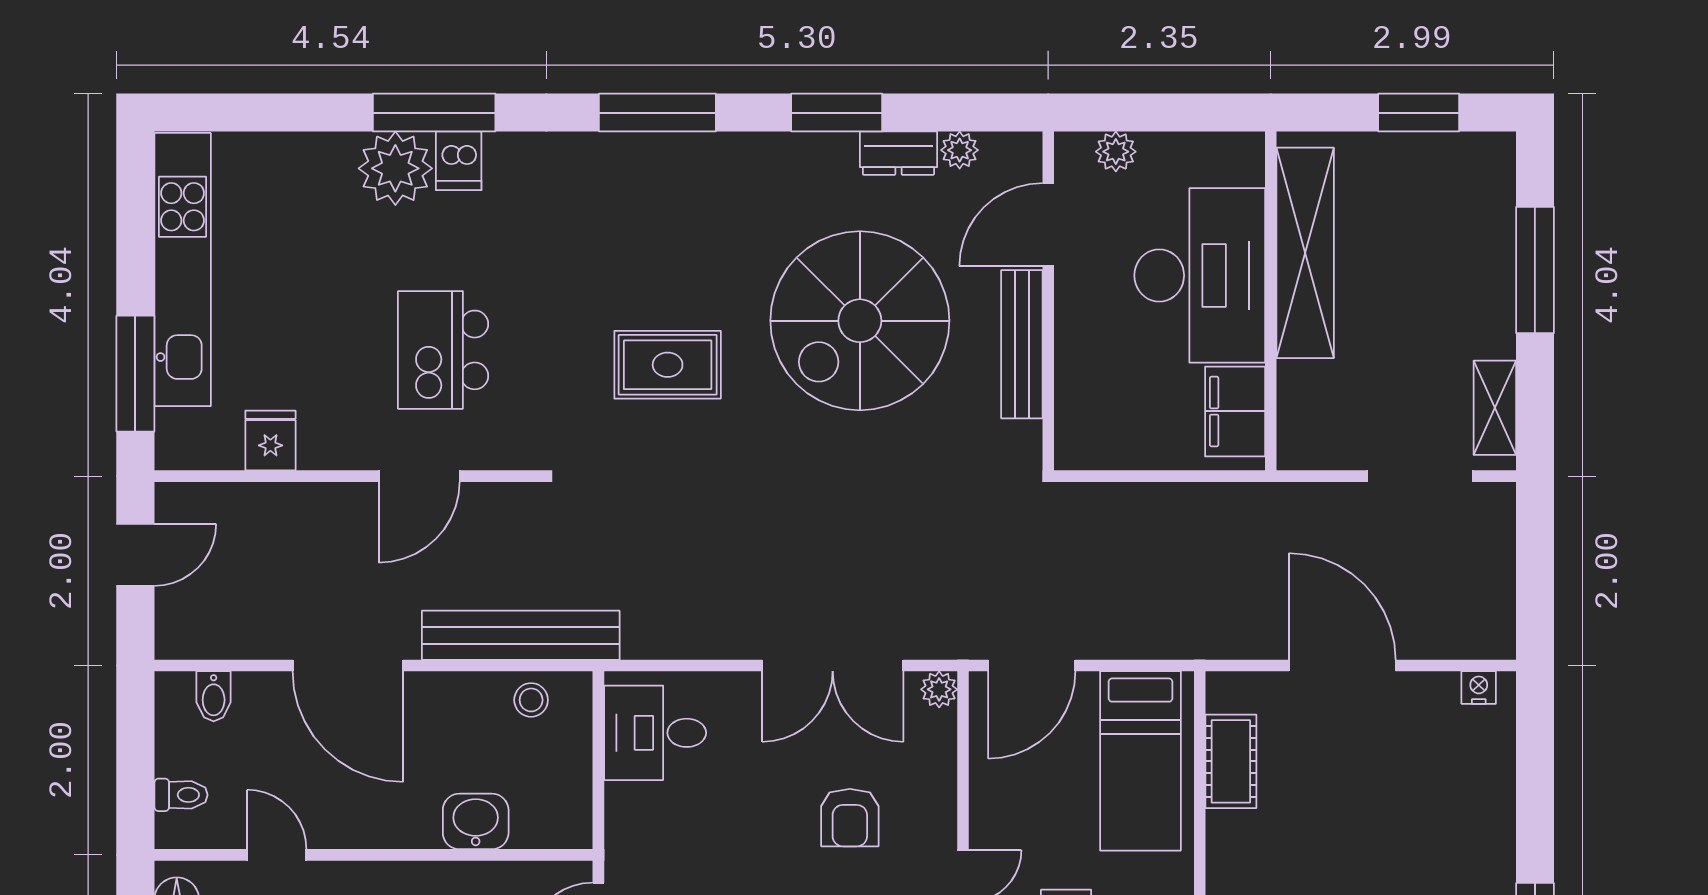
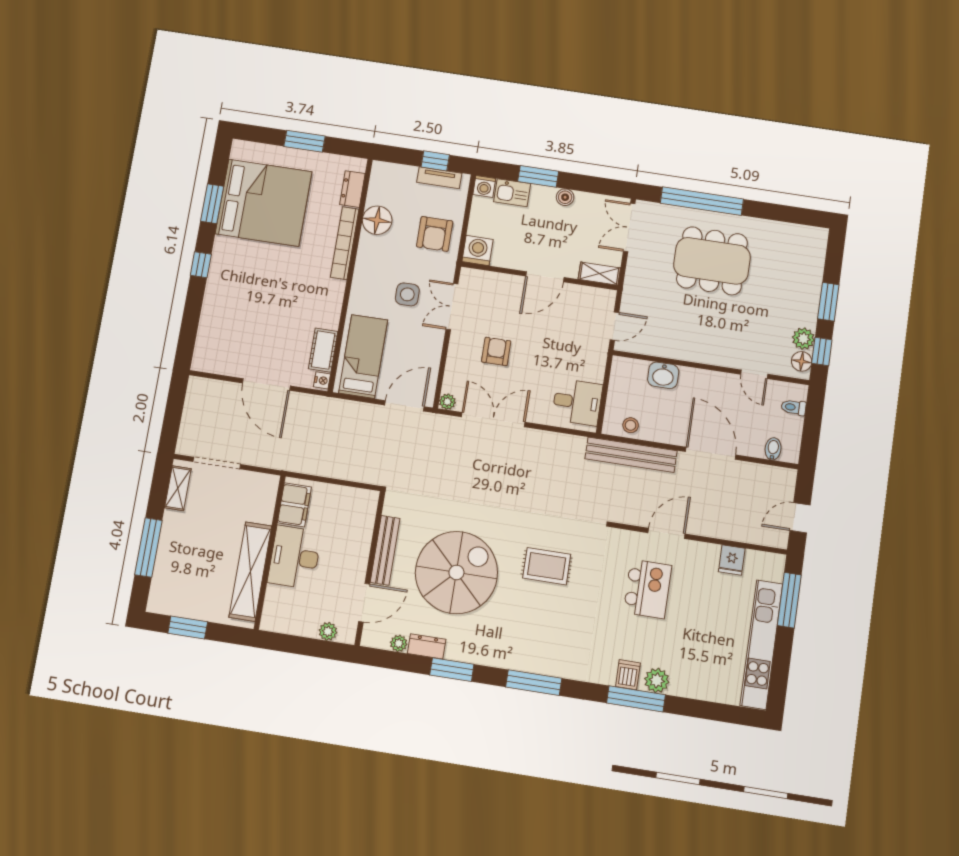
plant: (395, 168) -> (657, 680), width x0.73, depth x0.73
desk: (1200, 275) -> (295, 557), width x0.73, depth x0.77
nightstand: (1479, 687) -> (322, 380), moved, turned -90

